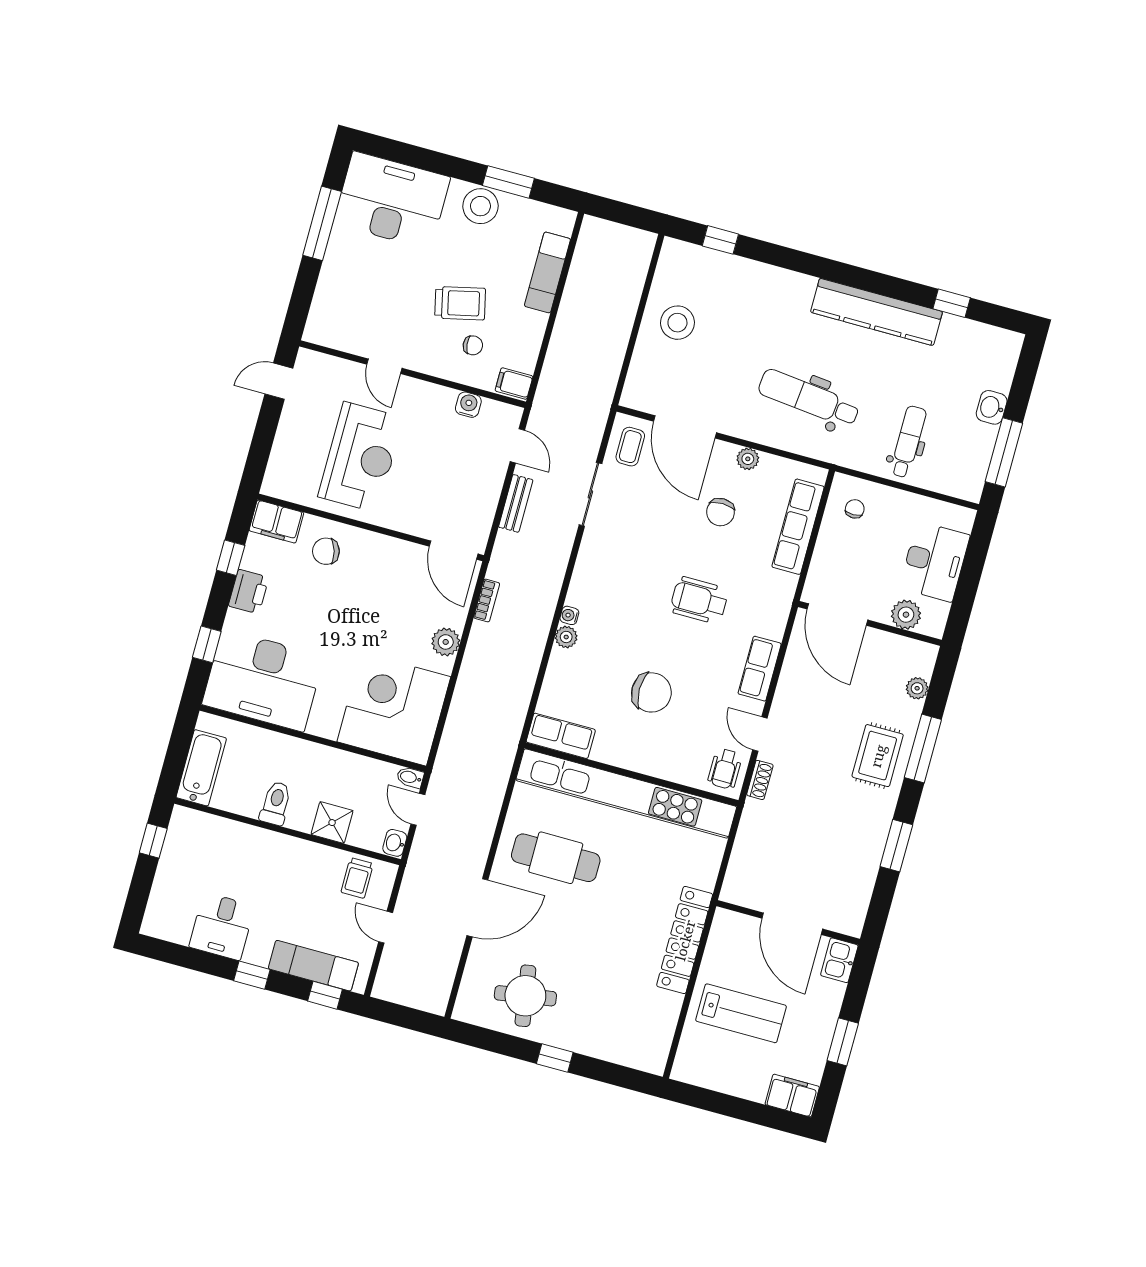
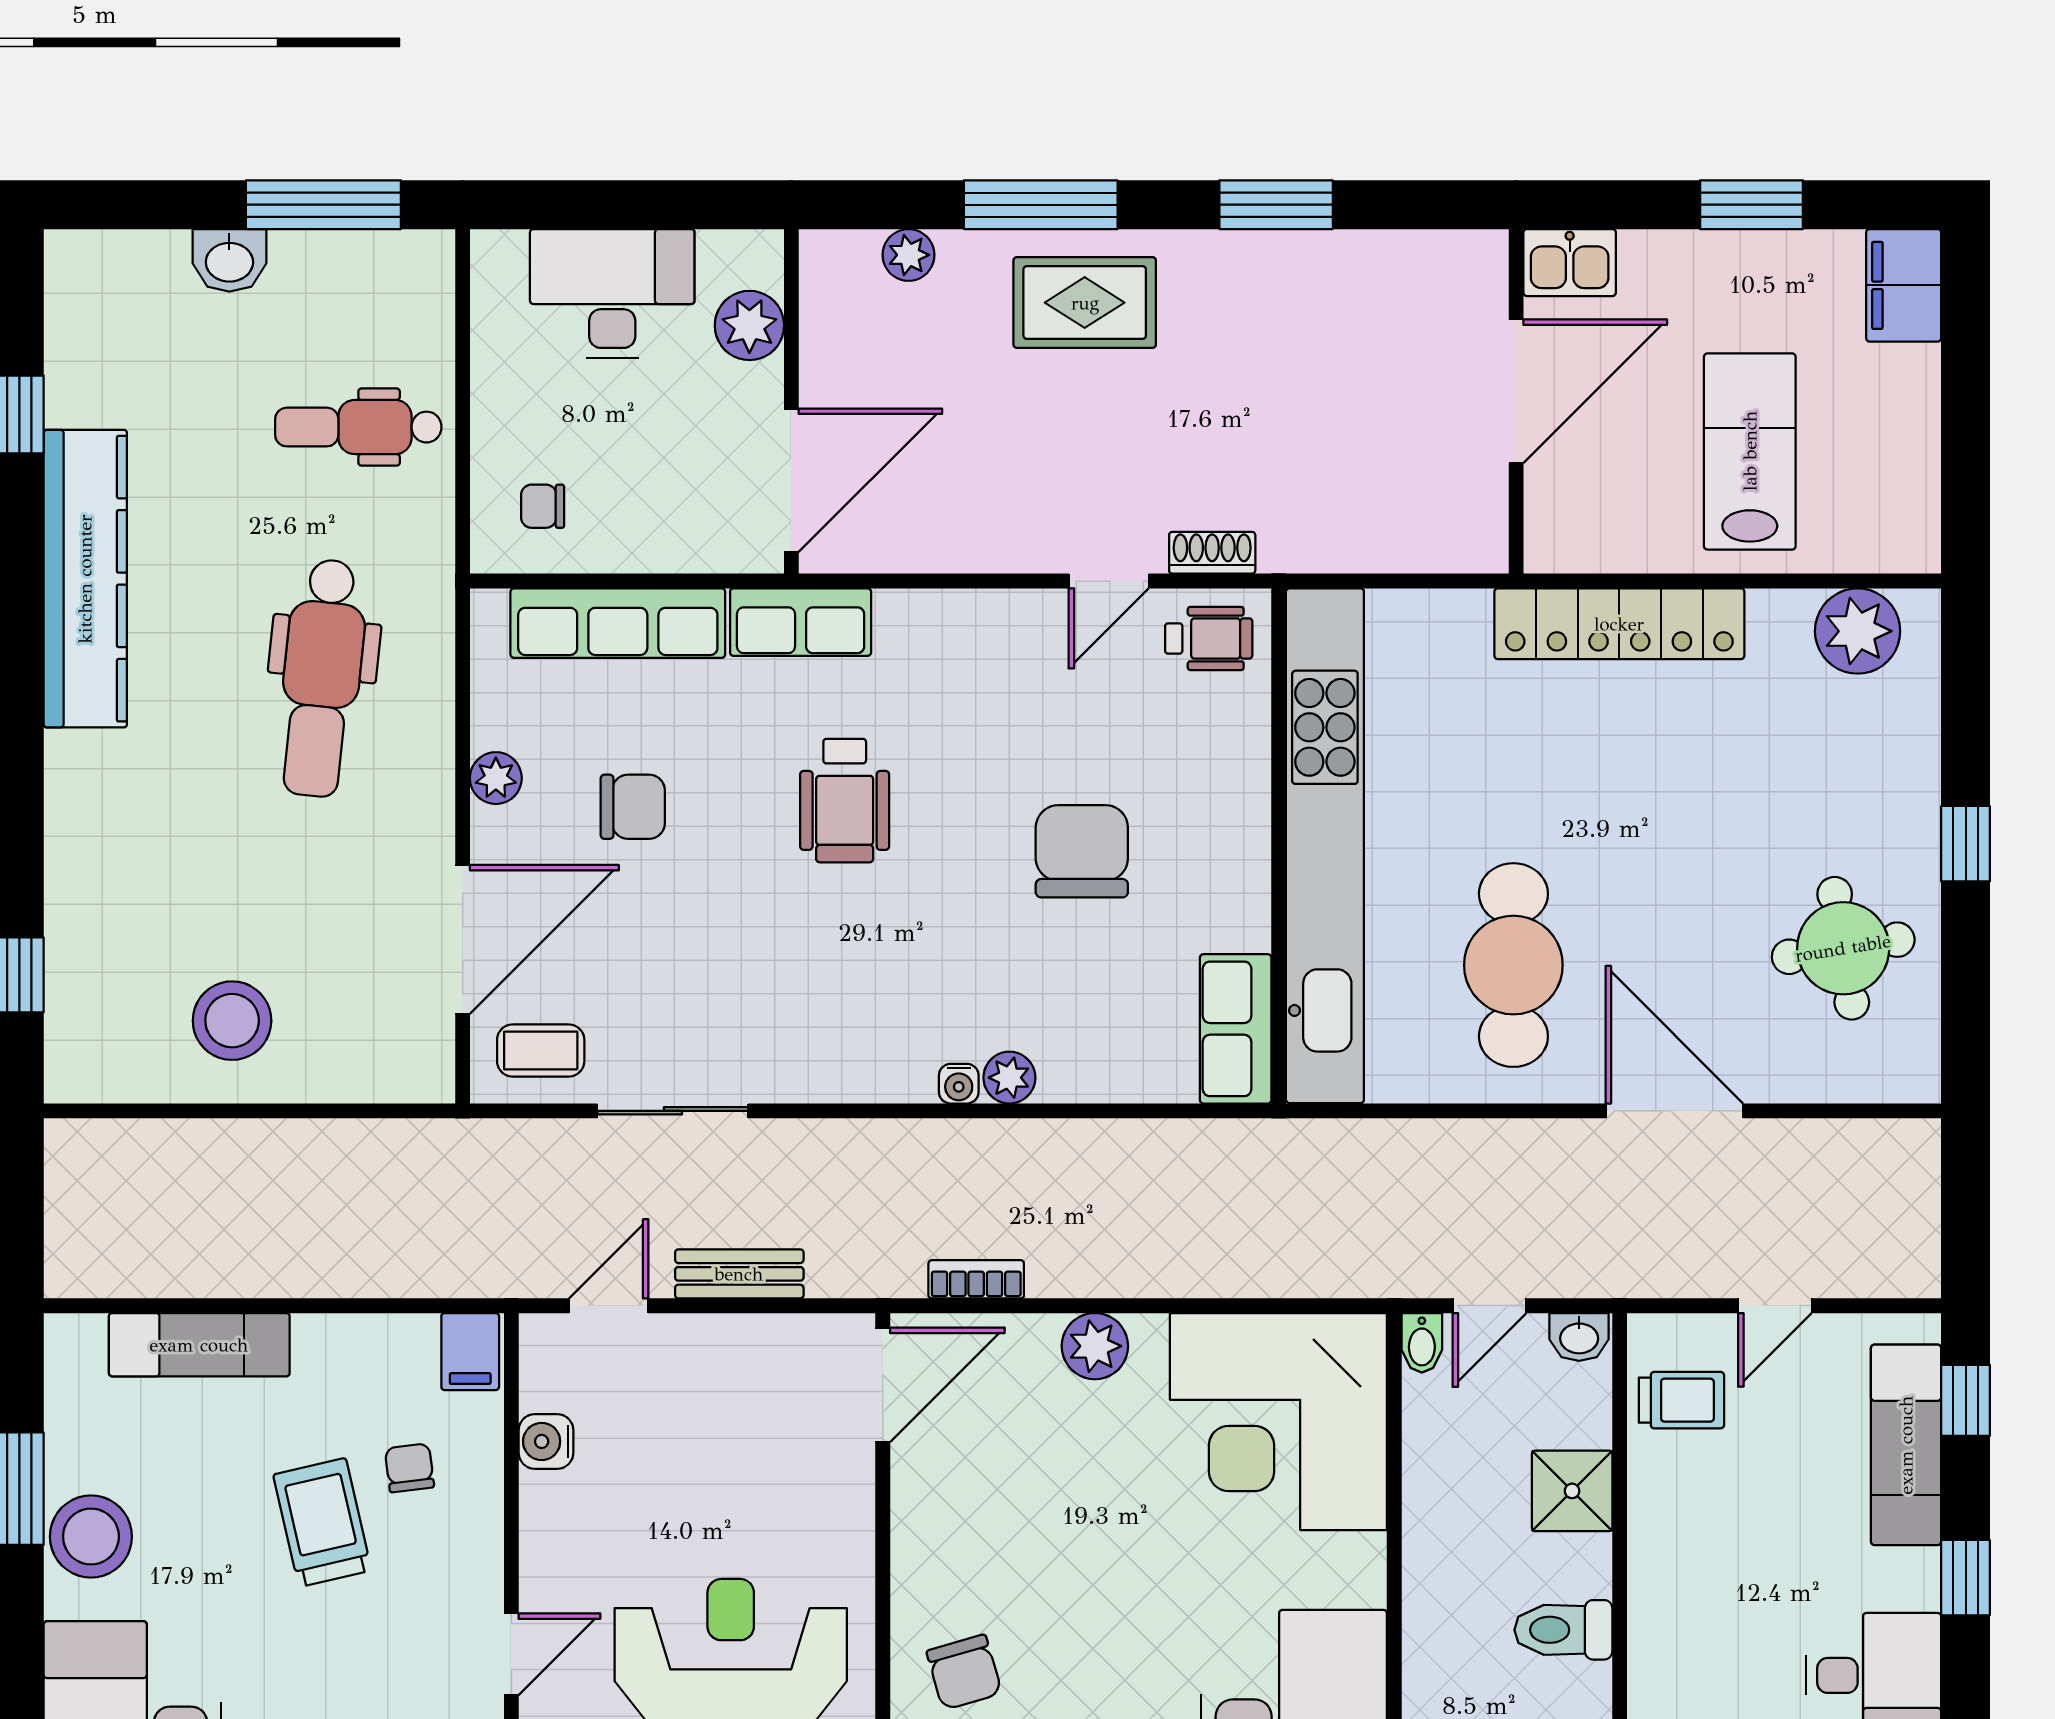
row of seats: (760, 669) -> (801, 622), moved
plant: (655, 1038) -> (1858, 631), added

